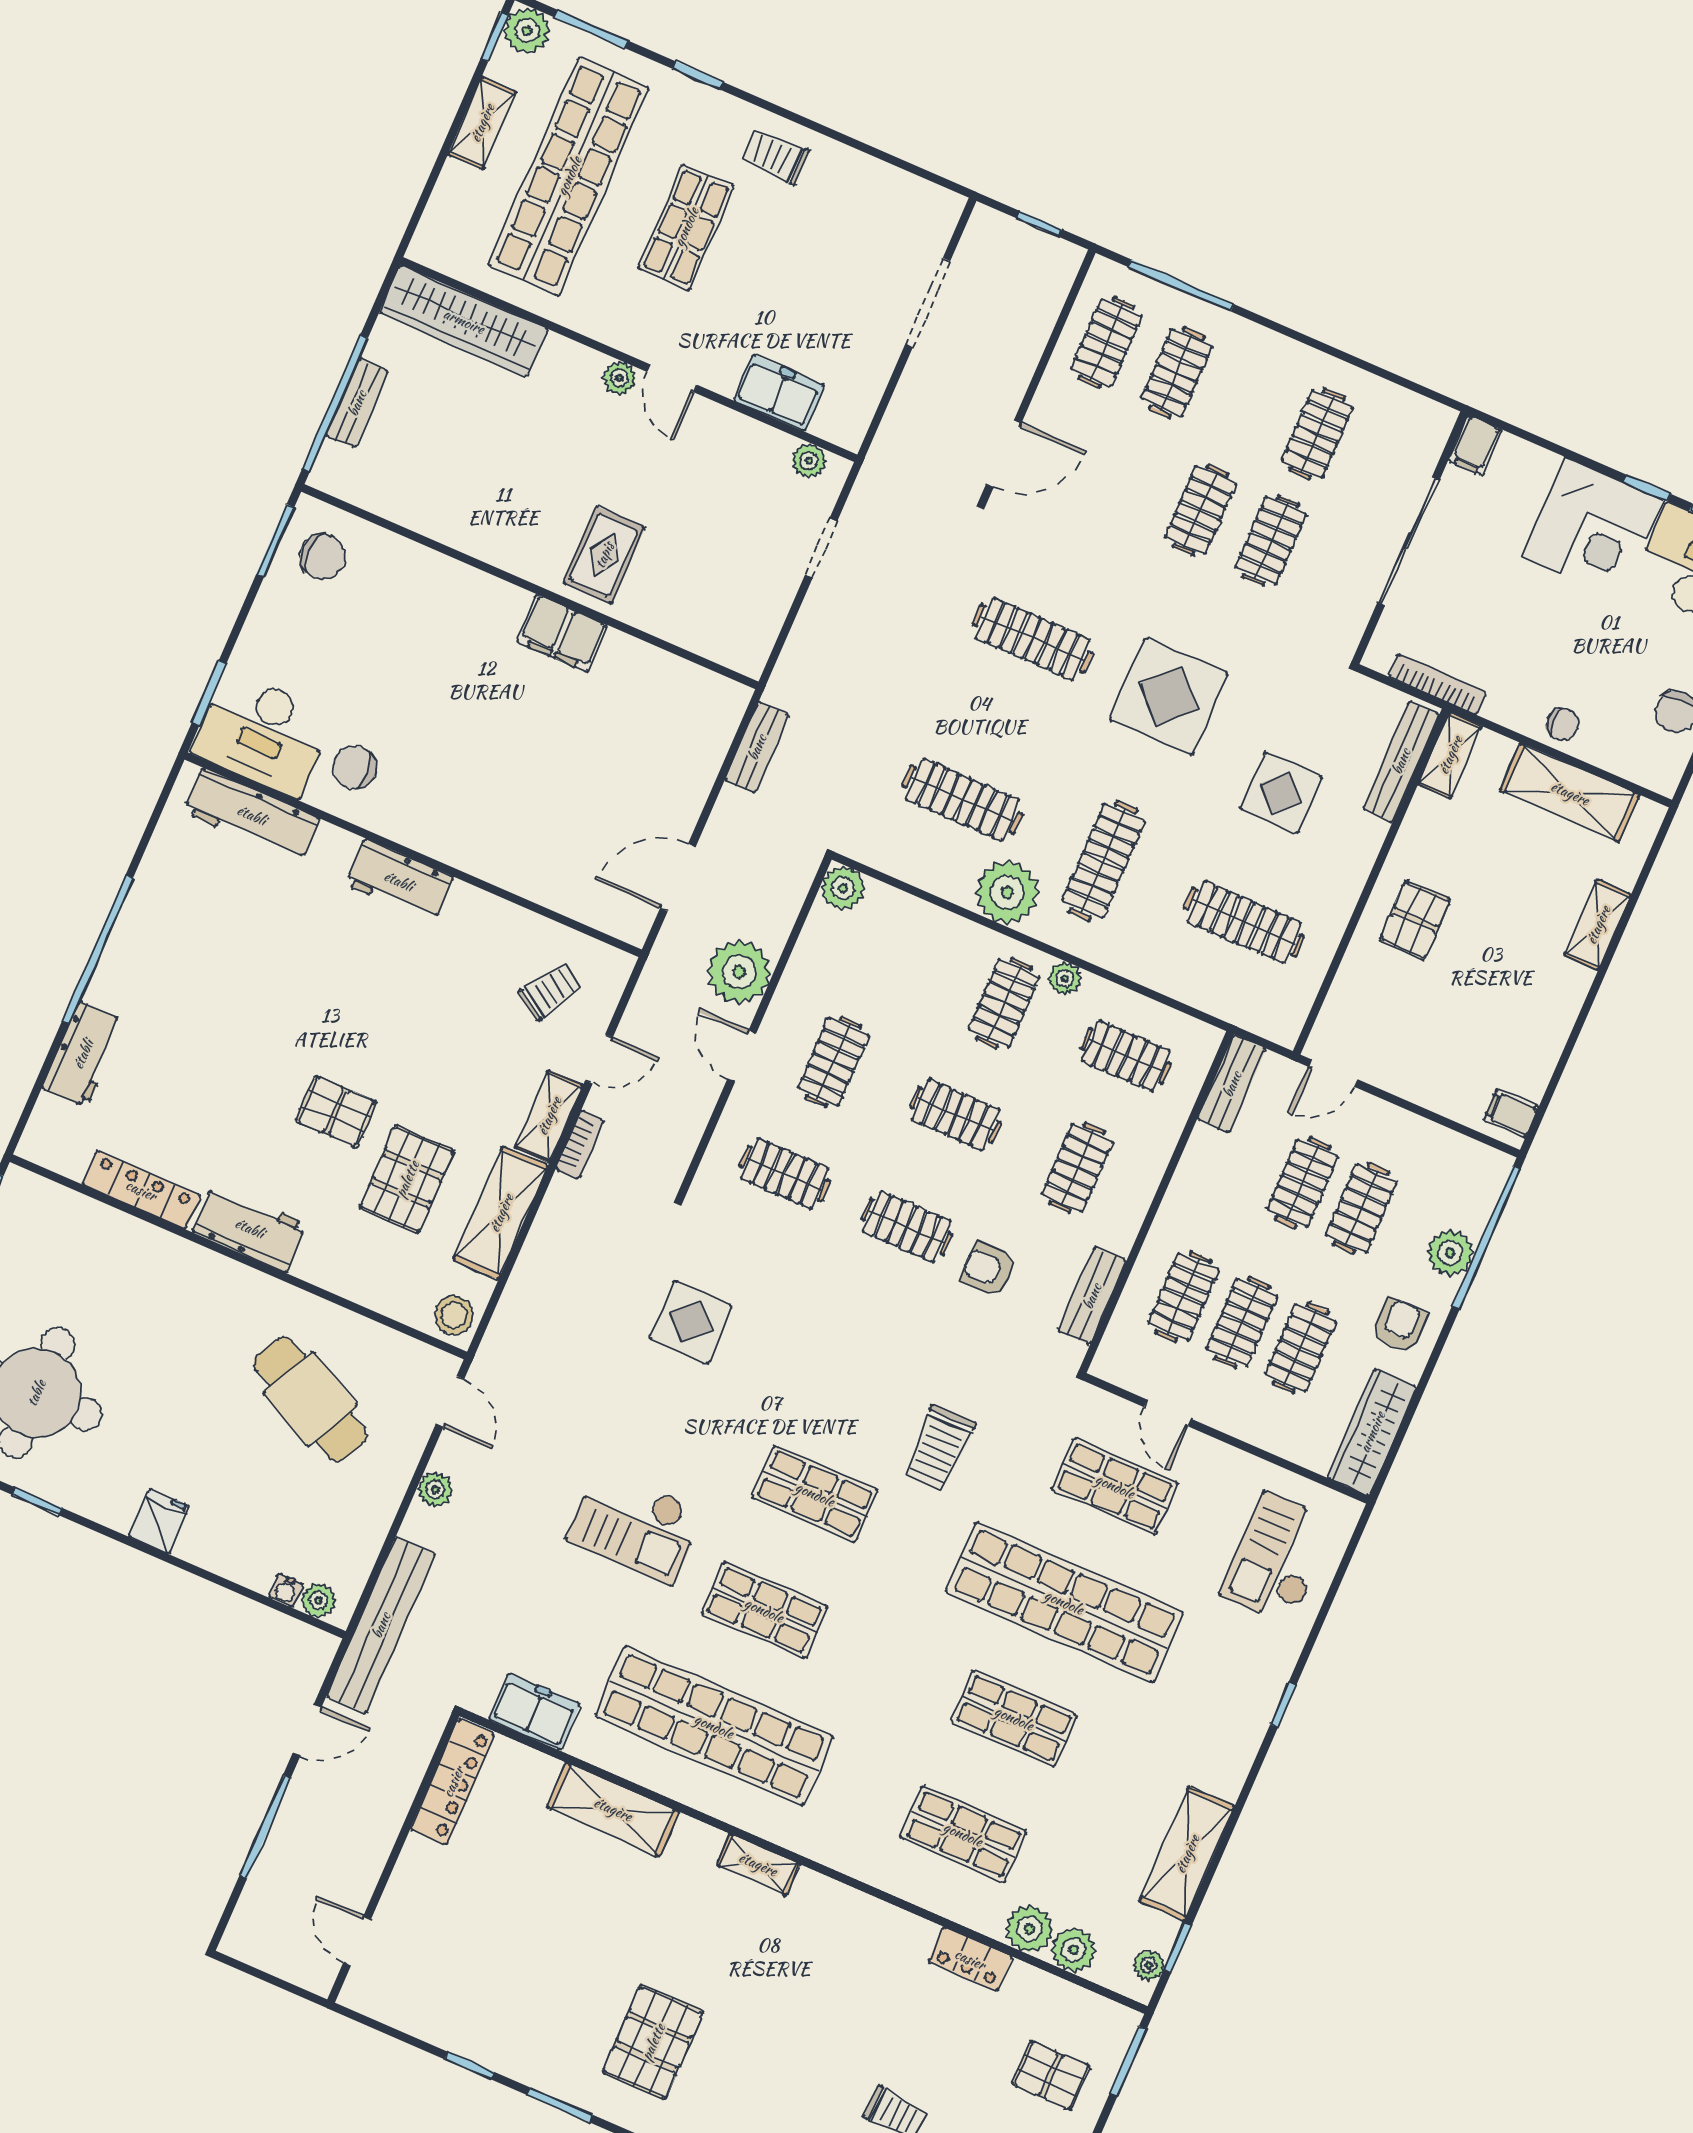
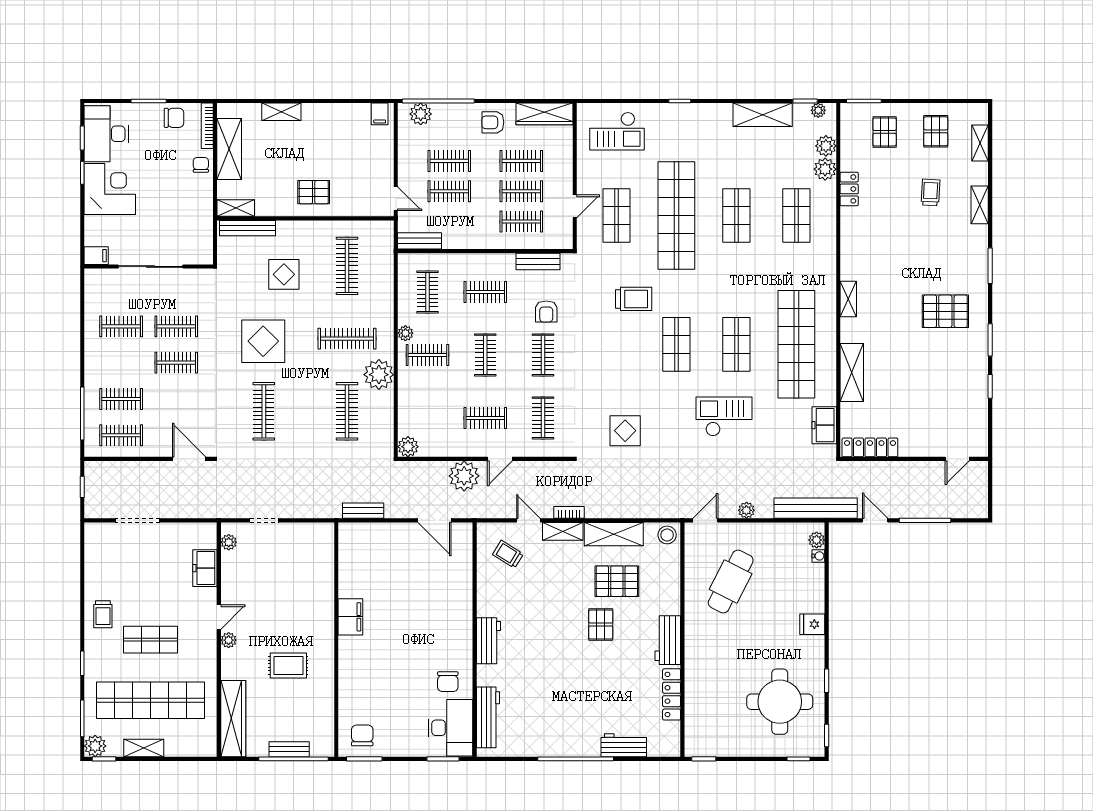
rug: (604, 555) -> (288, 665), moved
bookcase: (1437, 684) -> (207, 126), moved
plant: (1450, 1253) -> (421, 114), moved
checkout: (635, 1525) -> (724, 417), turned -90

